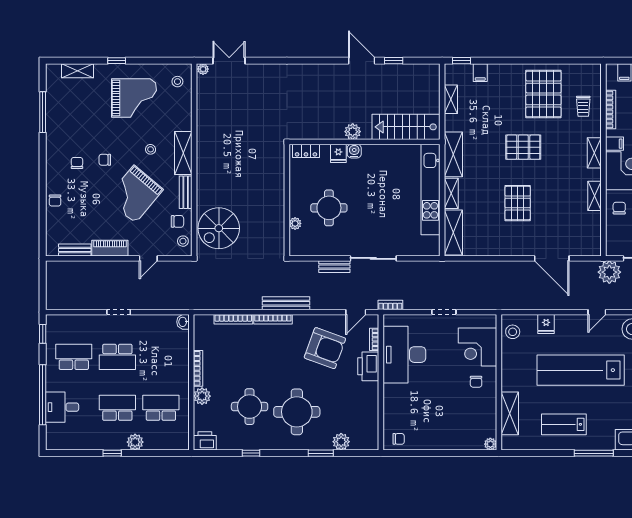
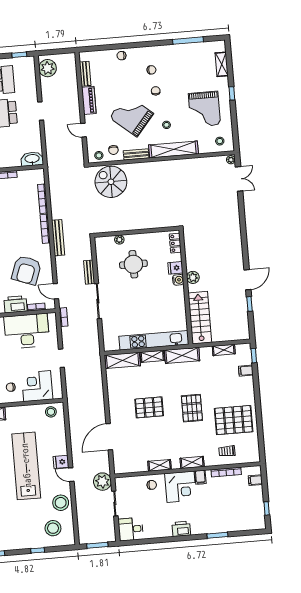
shelving: (183, 153) -> (173, 149), width x1.47
plant: (63, 298) -> (48, 68), added
washbasin: (183, 322) -> (32, 159), width x1.91, depth x1.45
fridge: (546, 324) -> (61, 462), moved

